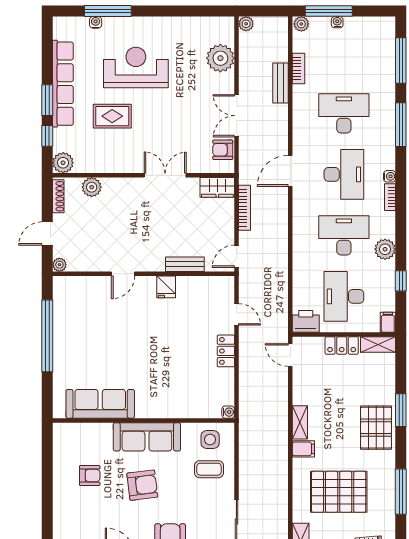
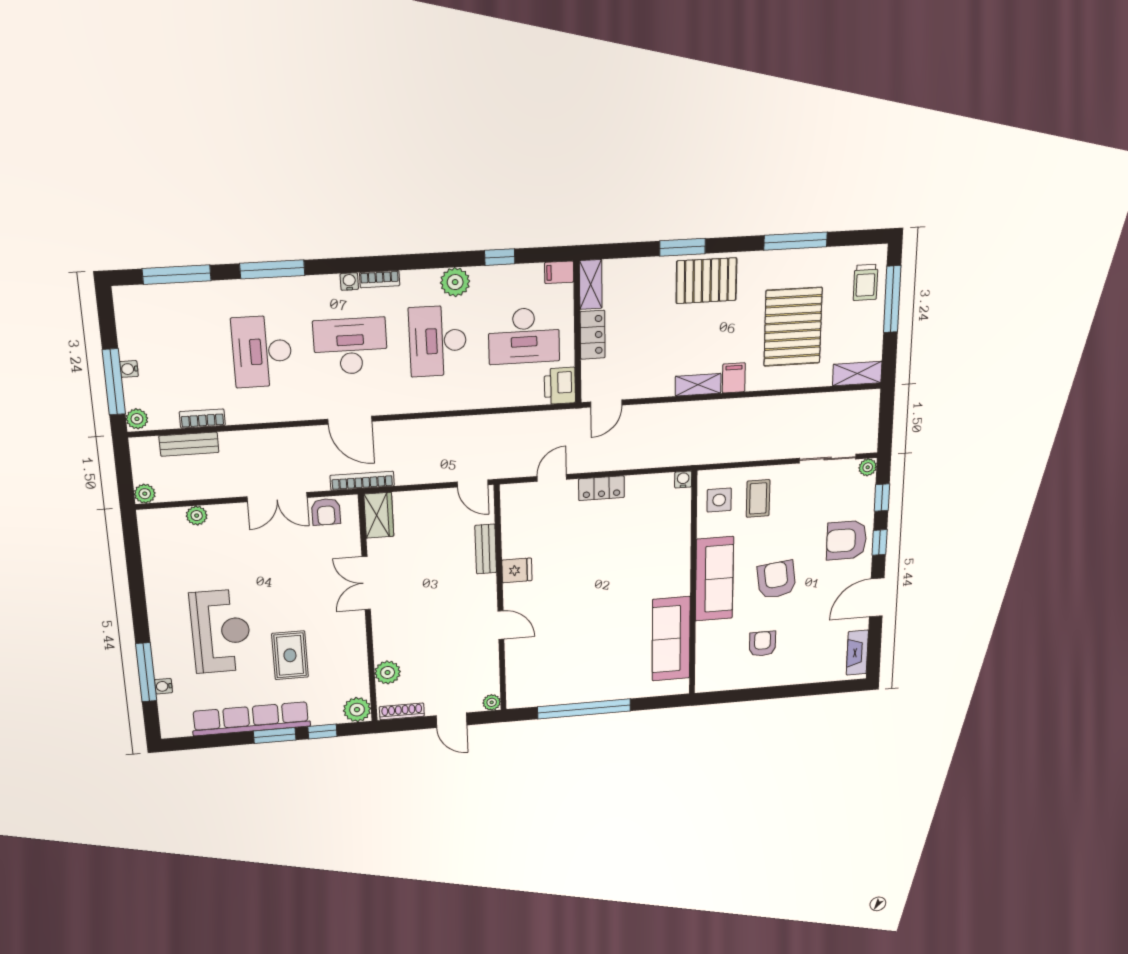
plant: (220, 58) -> (197, 516), width x0.53, depth x0.53
reception desk: (136, 67) -> (221, 631), turned 180
bench: (280, 83) -> (189, 444), moved
bookcase: (245, 208) -> (362, 481), moved

